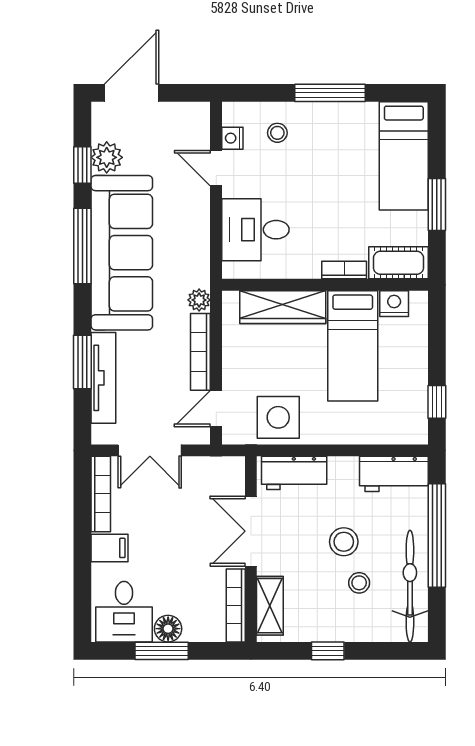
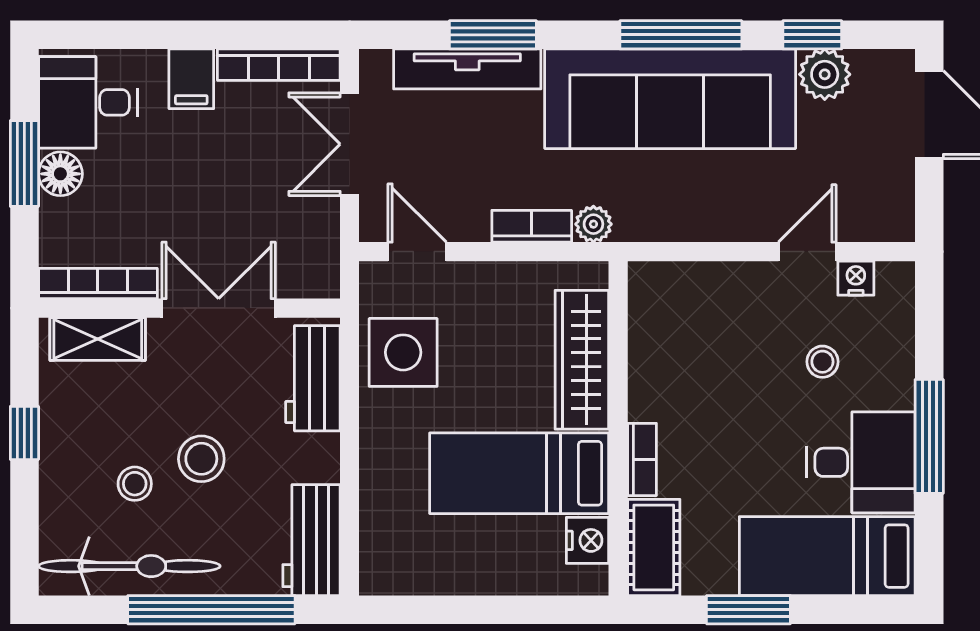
stool: (277, 133) -> (822, 362), moved
desk: (255, 230) -> (861, 462), moved, turned 90
bookcase: (200, 352) -> (532, 226), width x0.64
window: (437, 402) -> (428, 610), removed

